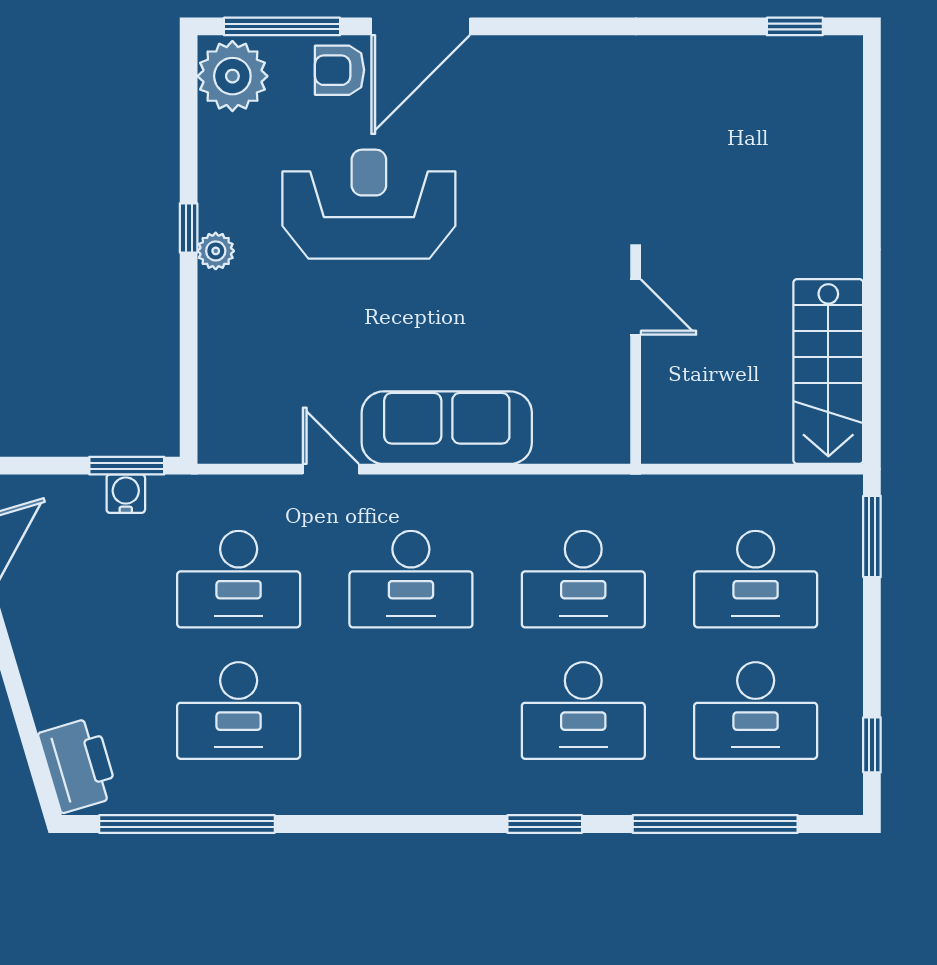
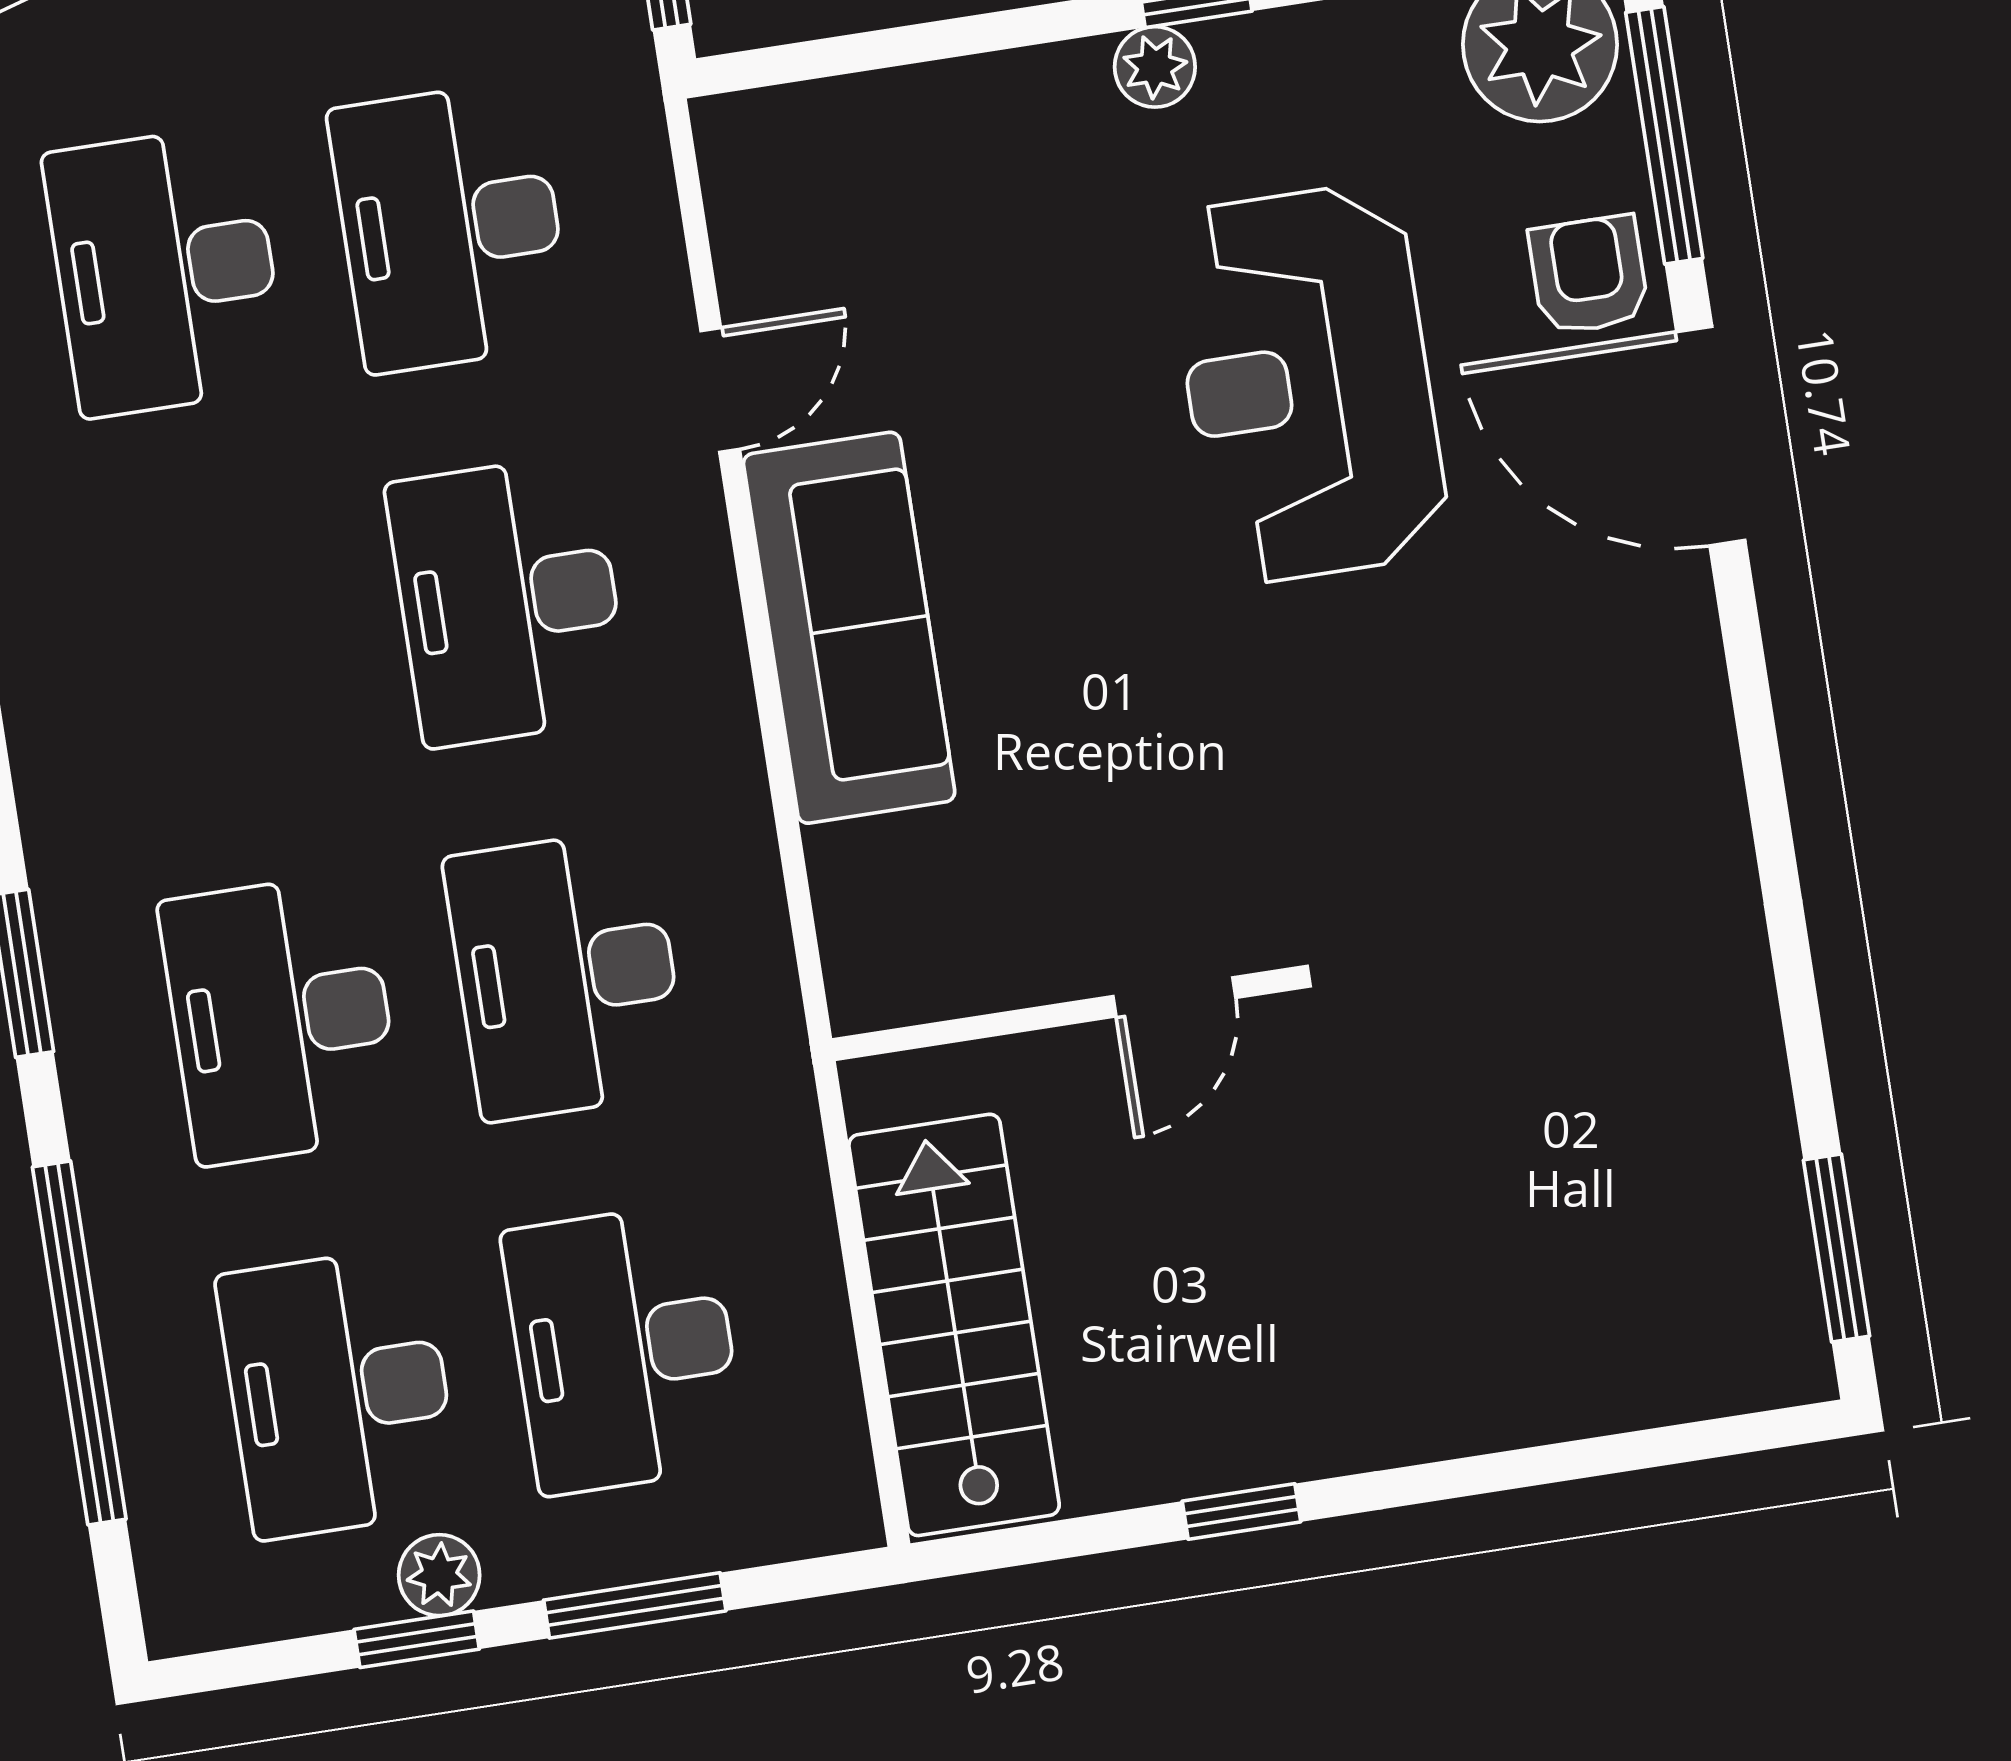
window: (795, 26) -> (1837, 1248), width x1.50
reception desk: (369, 204) -> (1308, 384), turned 180
window: (872, 313) -> (1241, 1512), added
stairs: (828, 371) -> (954, 1325), moved, turned 90
window: (872, 536) -> (635, 1605), moved
plant: (845, 678) -> (439, 1575), added
window: (872, 745) -> (417, 1639), moved

